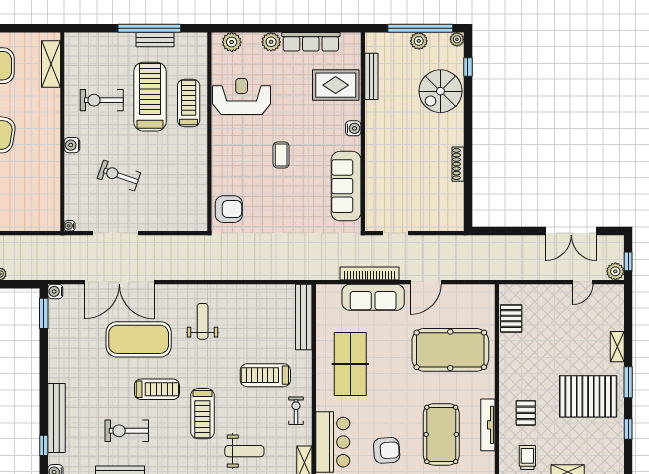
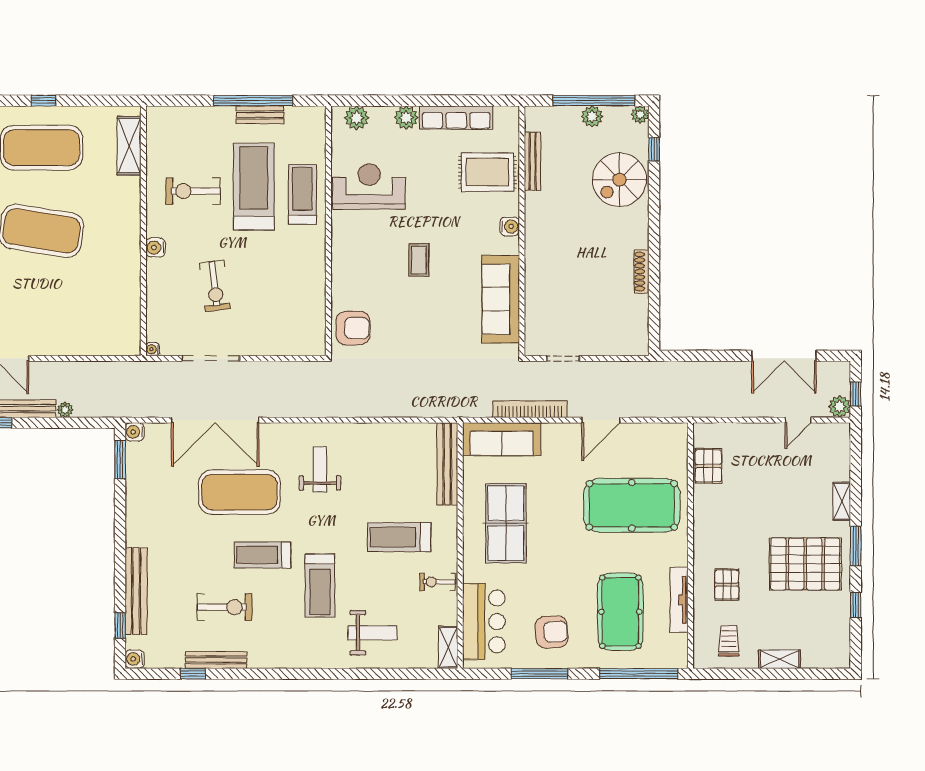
exercise bike: (119, 175) -> (215, 286), turned -116
sofa: (373, 297) -> (502, 439), moved
treadmill: (157, 389) -> (263, 555), turned 180
exercise bike: (296, 411) -> (438, 582), turned -90
exercise bike: (127, 431) -> (225, 607), turned 180

